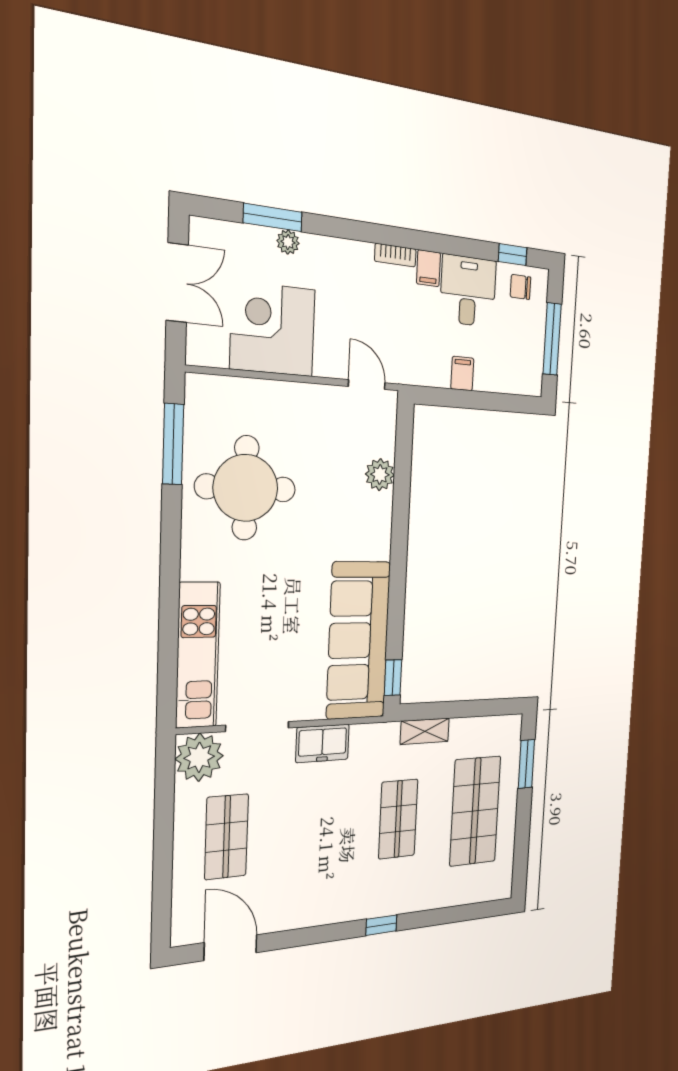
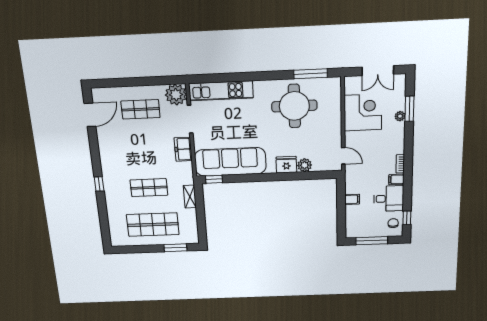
door: (367, 385) -> (343, 156), hinge flipped
fridge: (375, 515) -> (286, 165), added

